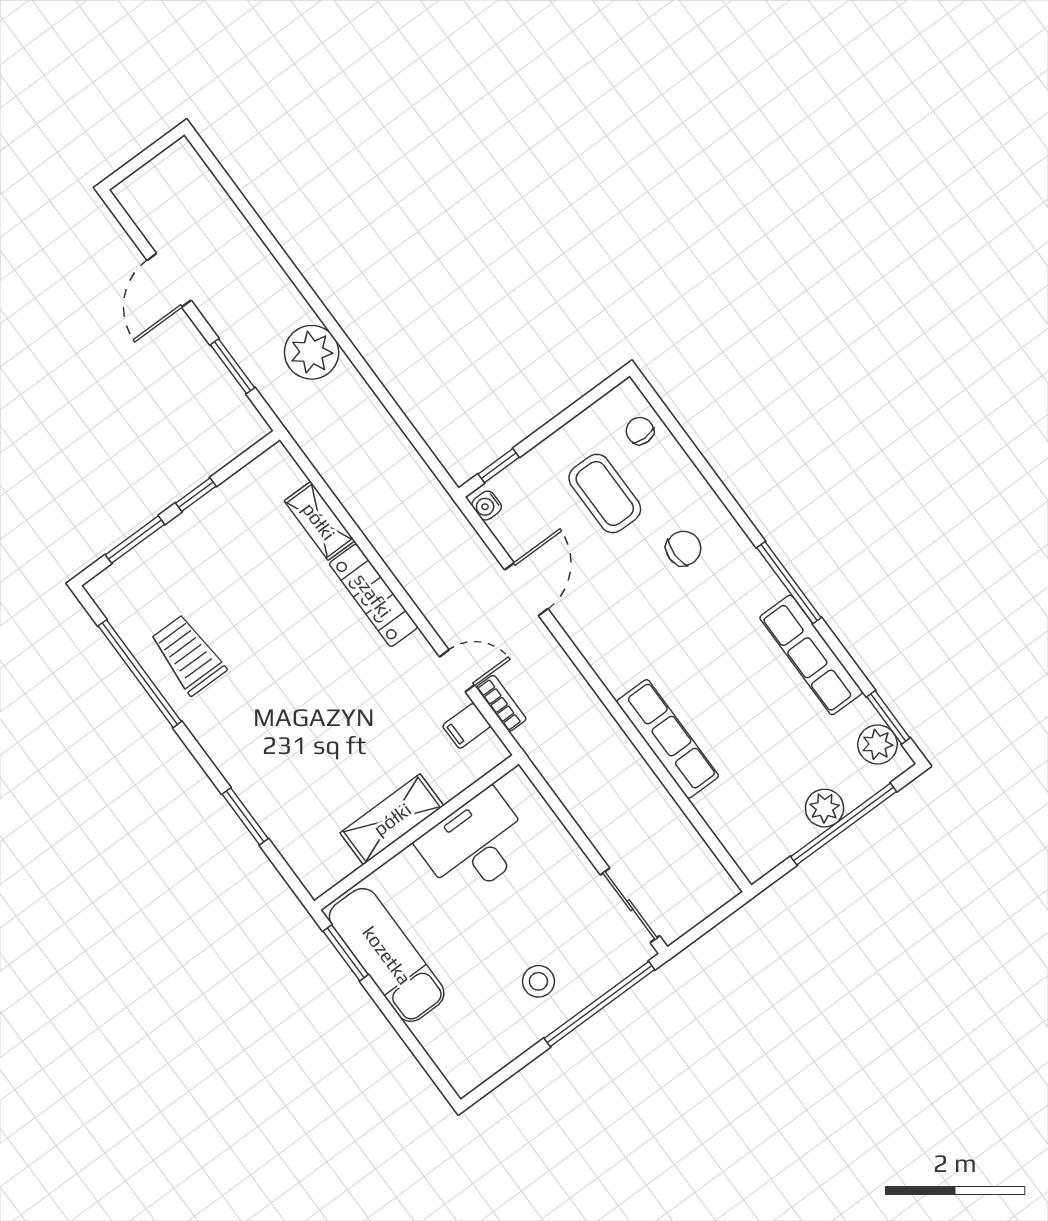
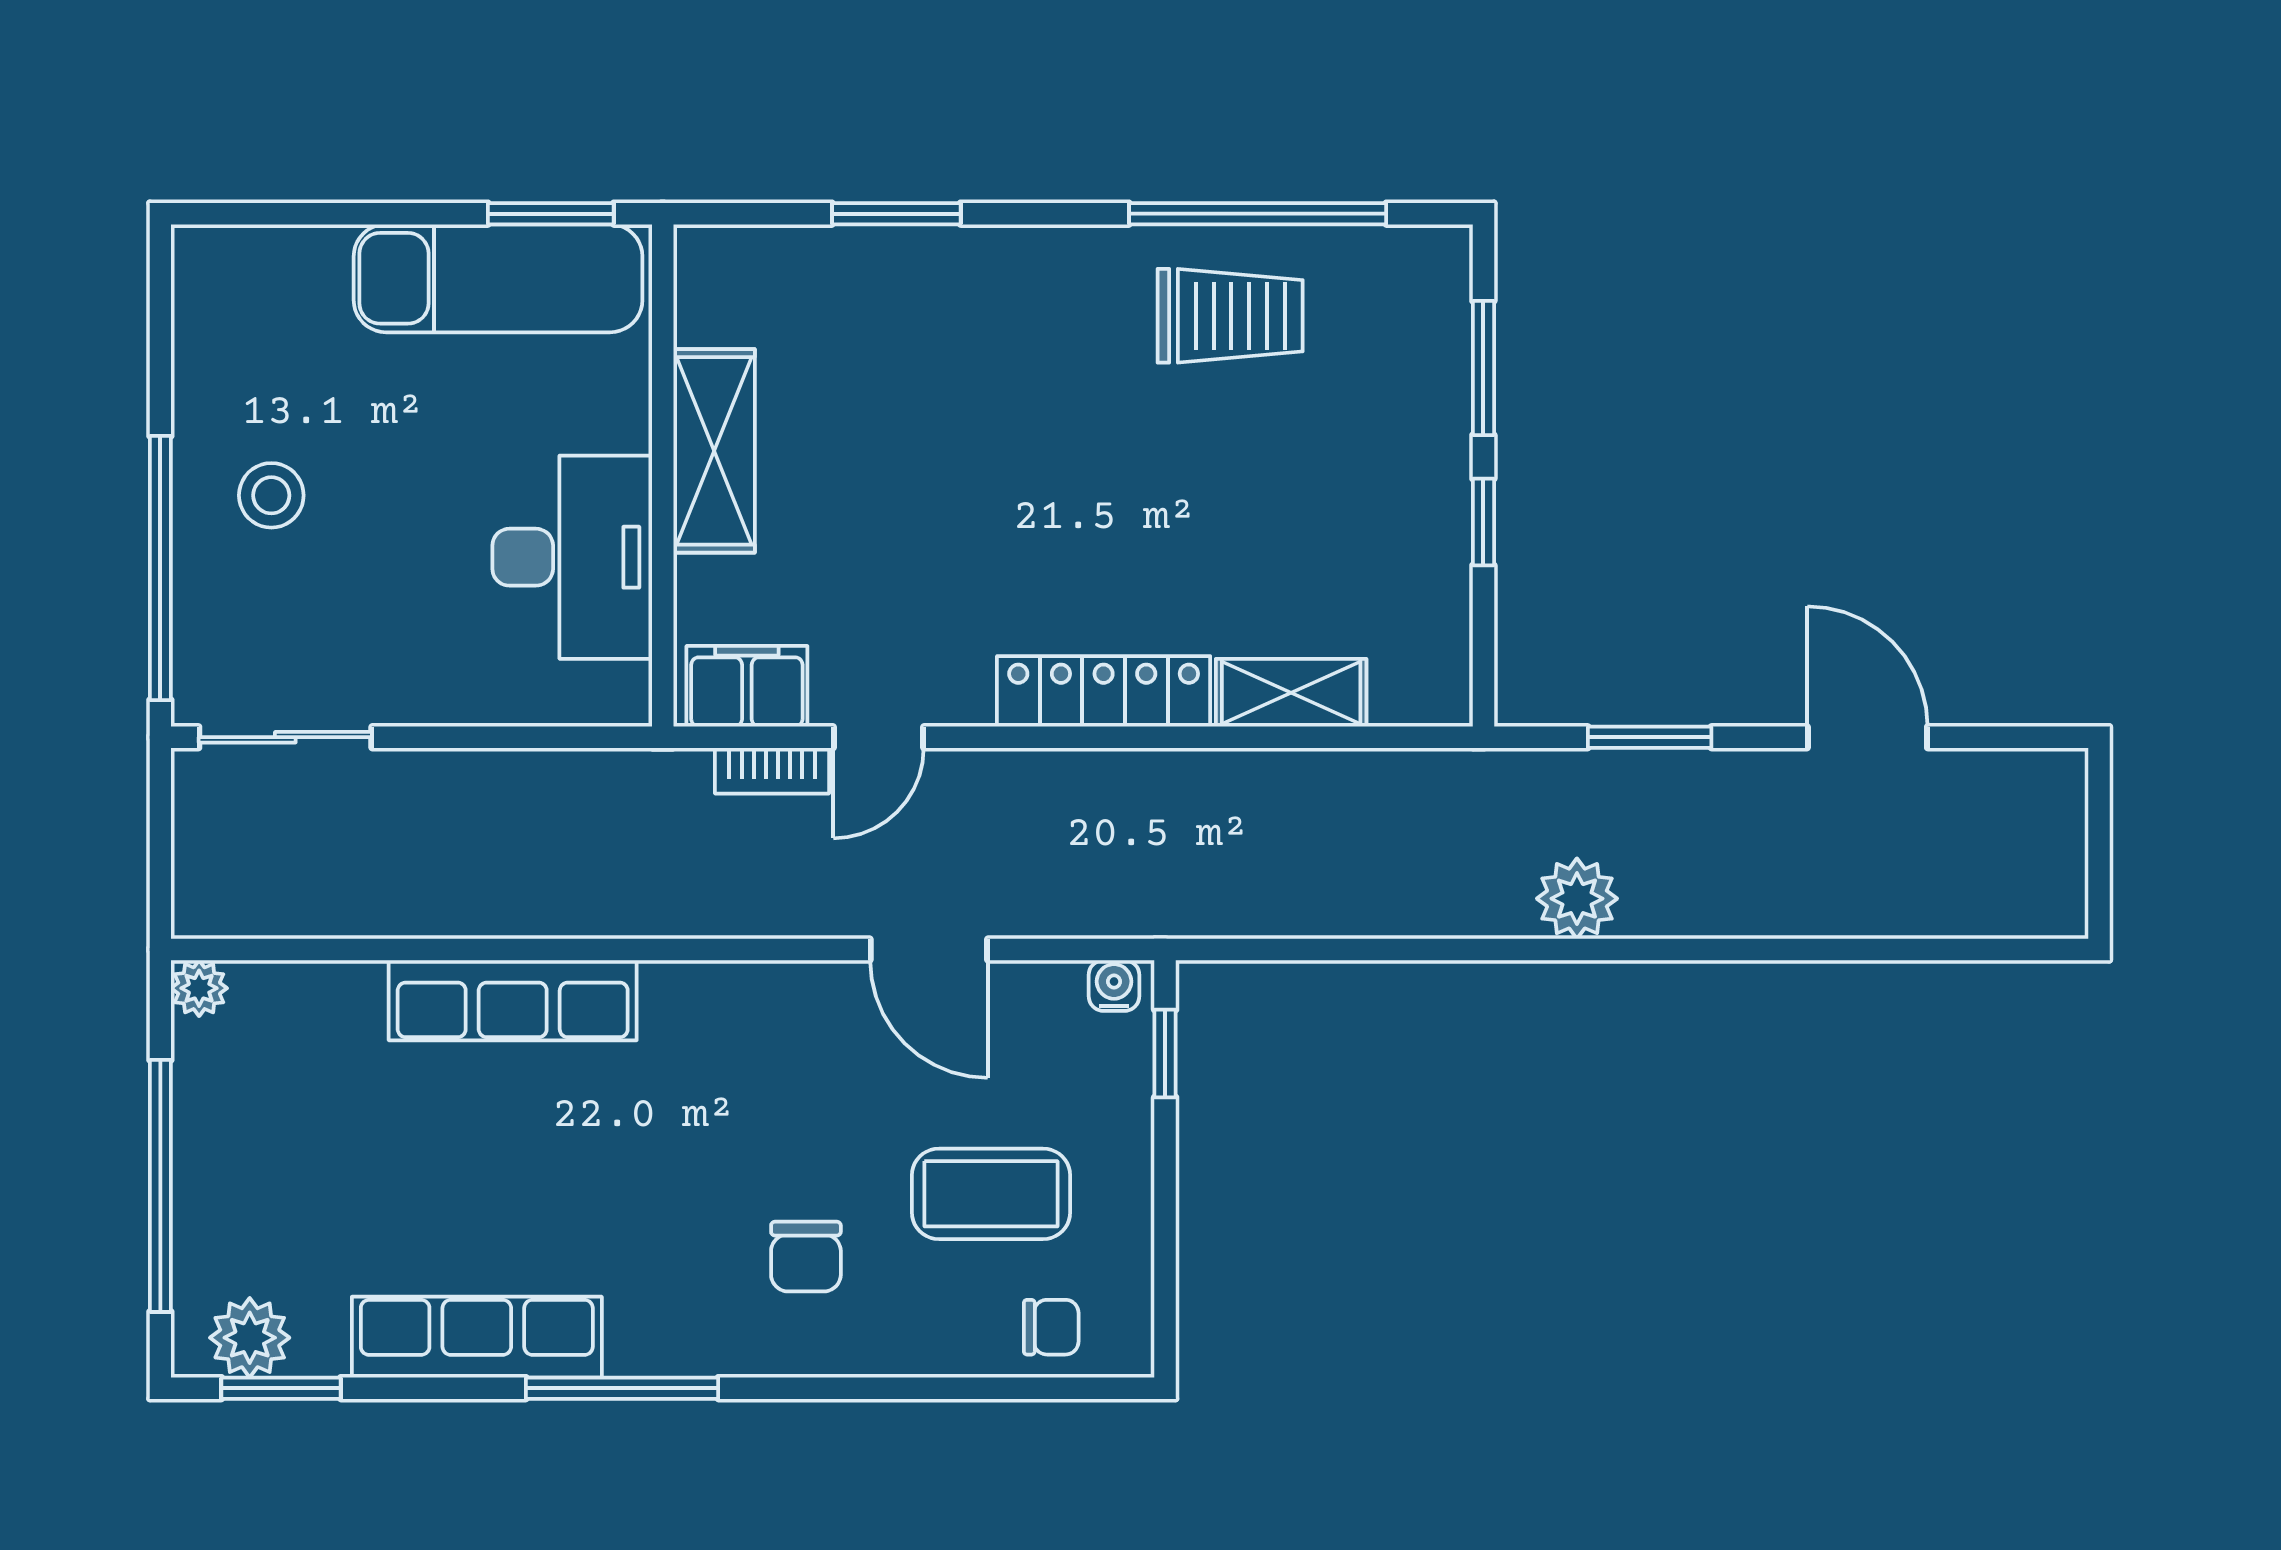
plant: (312, 352) -> (1577, 899), width x0.73, depth x0.73
filing cabinet: (467, 726) -> (747, 686), width x2.00
plant: (824, 808) -> (199, 988), moved, width x0.73, depth x0.73

